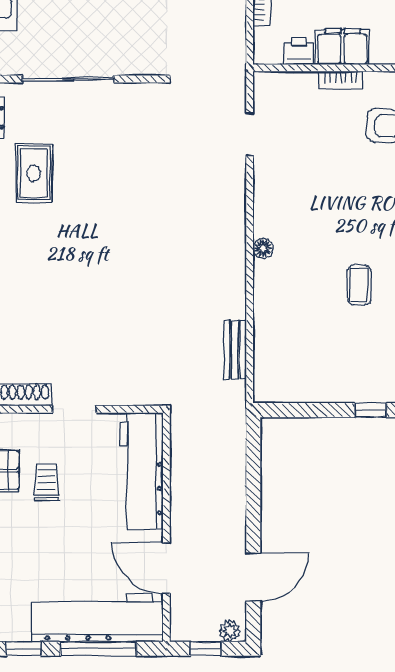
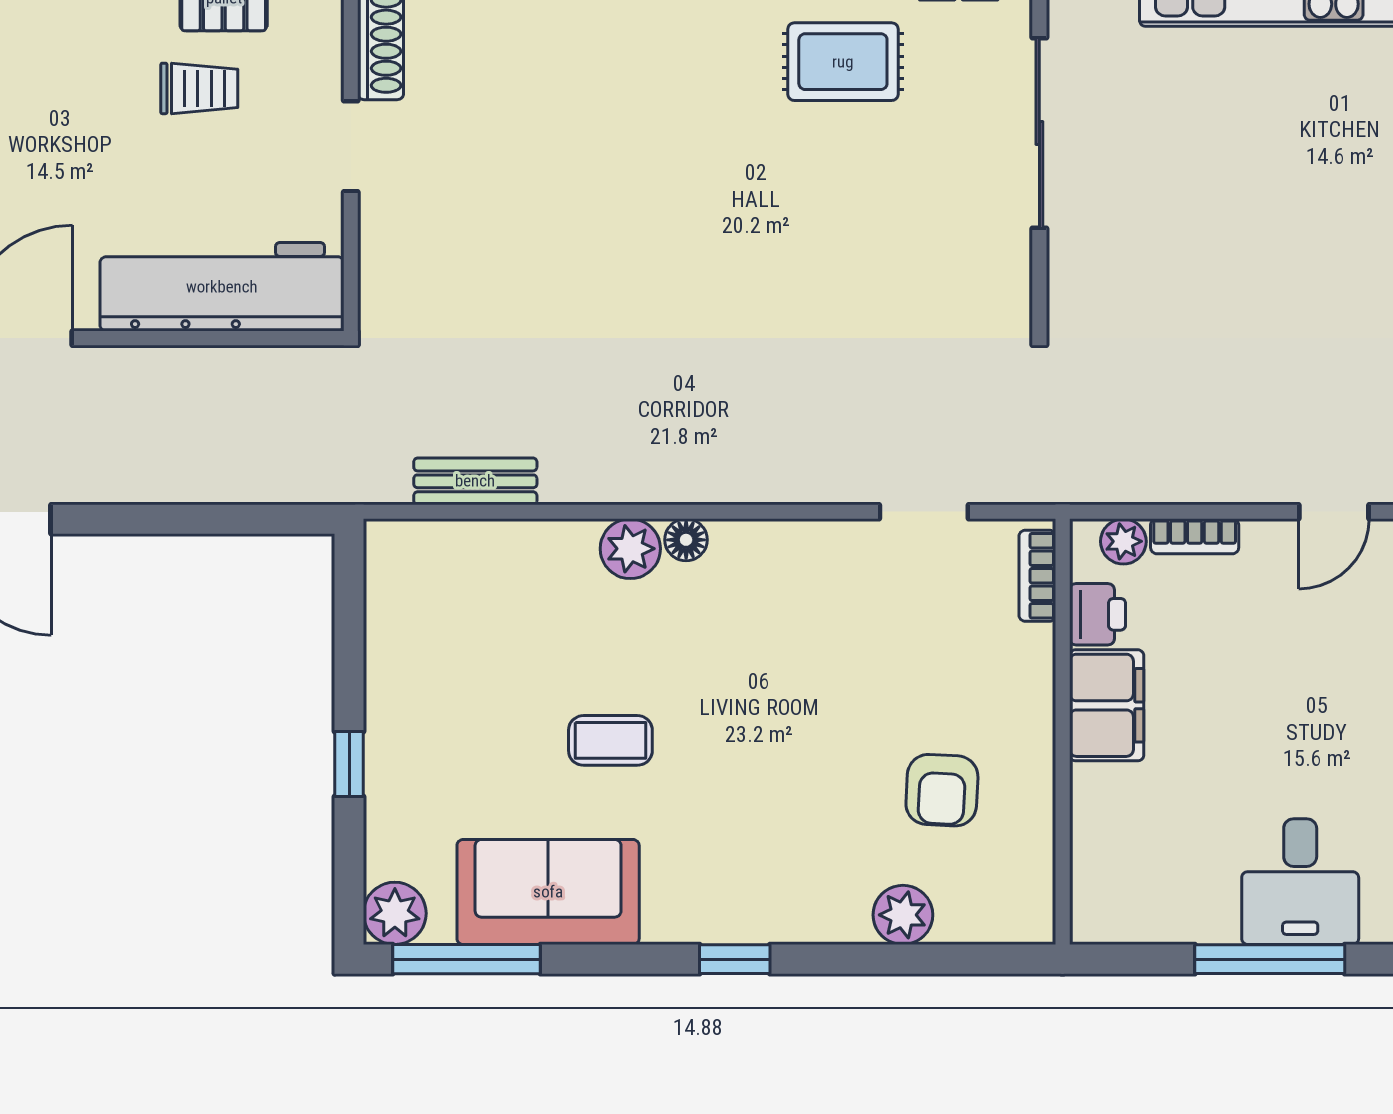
plant: (264, 39) -> (1123, 541), added
bookcase: (340, 80) -> (1037, 576), moved
plant: (267, 275) -> (630, 549), added

